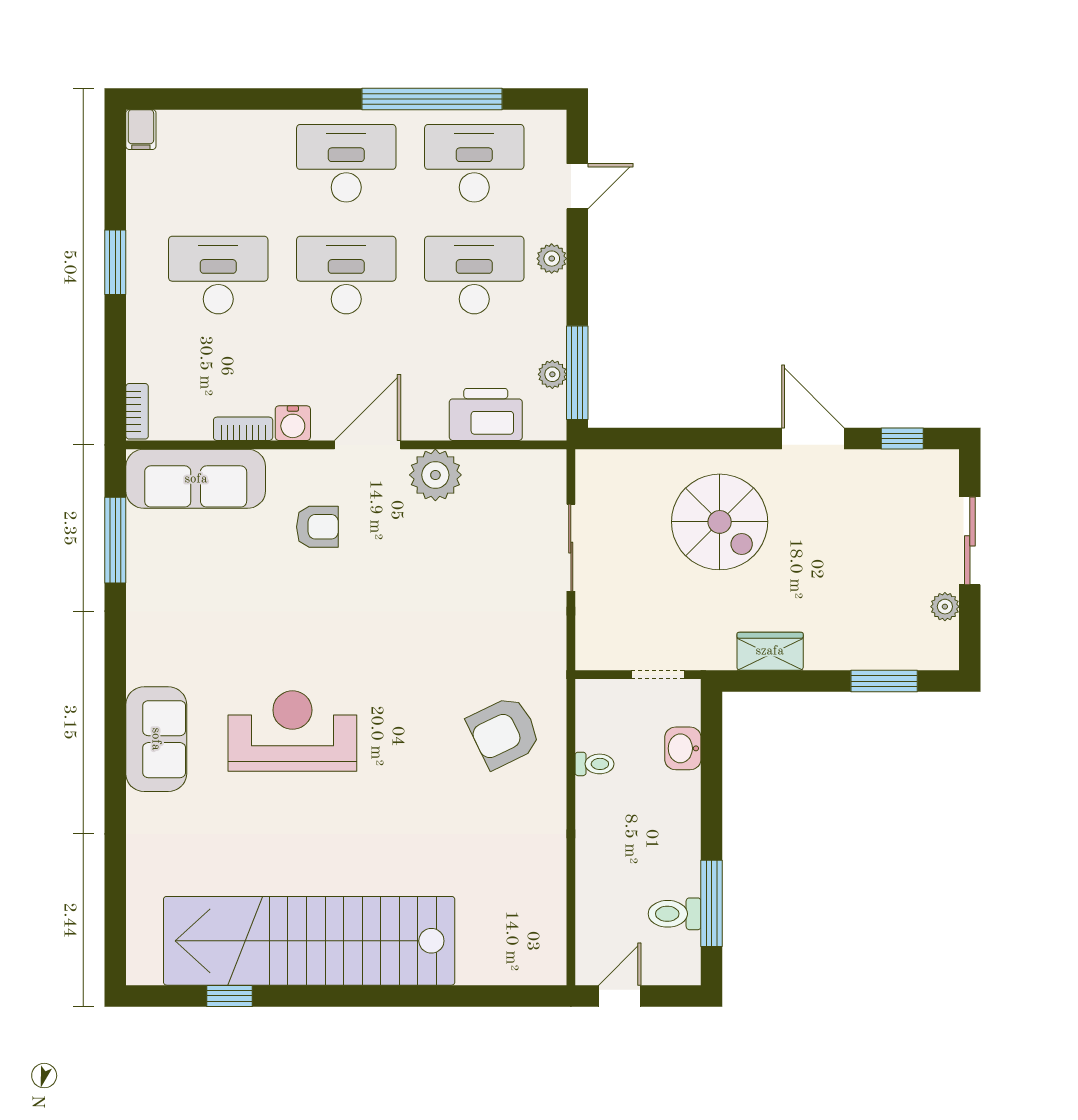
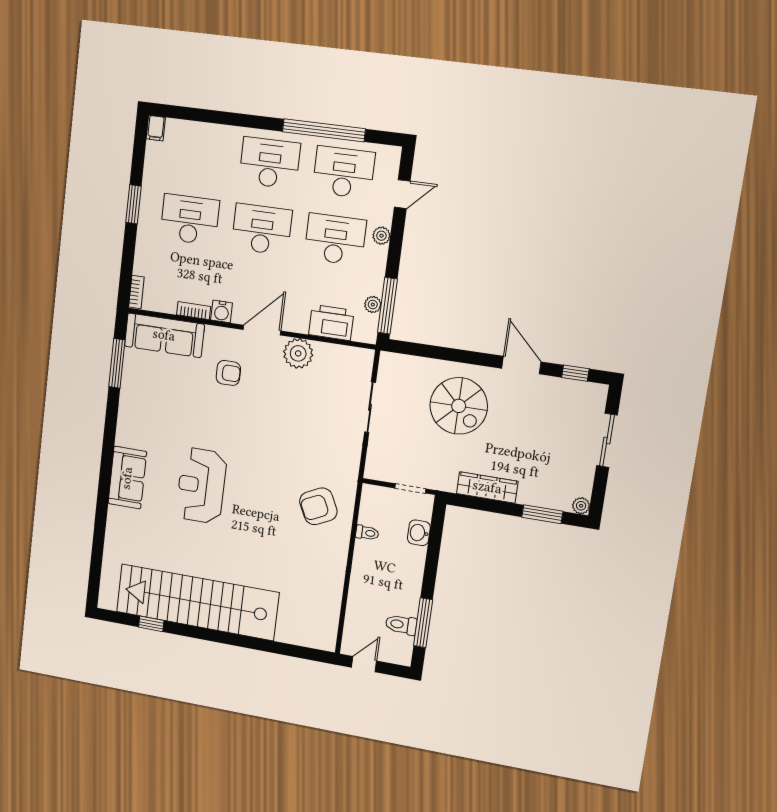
plant: (945, 607) -> (581, 506), moved
wardrobe: (770, 651) -> (487, 487), width x1.50
reception desk: (292, 731) -> (201, 486), turned -90

